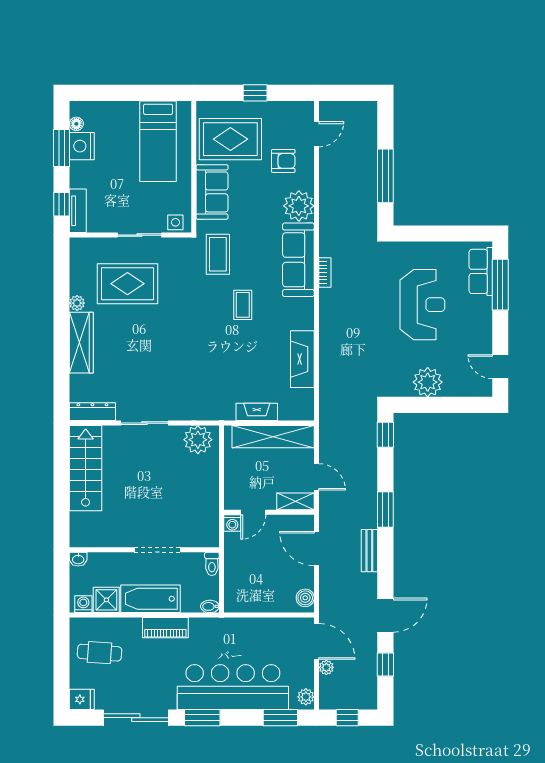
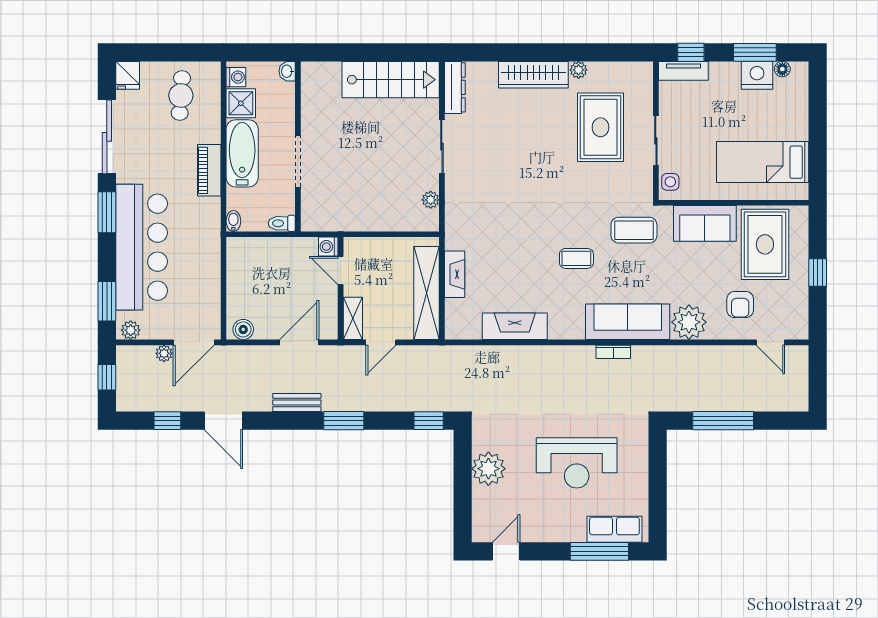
plant: (198, 440) -> (431, 200), width x0.53, depth x0.53

